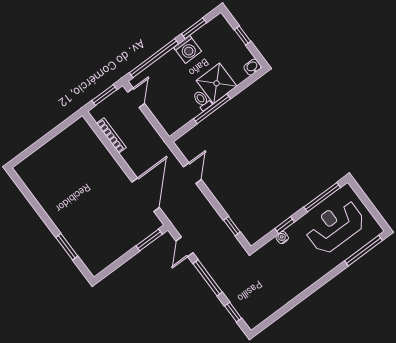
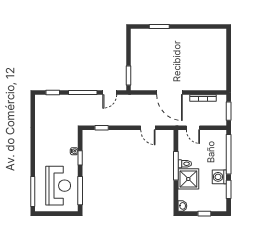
door: (136, 98) -> (193, 128), moved
door: (146, 195) -> (170, 93), moved
door: (185, 247) -> (110, 93), swing flipped

